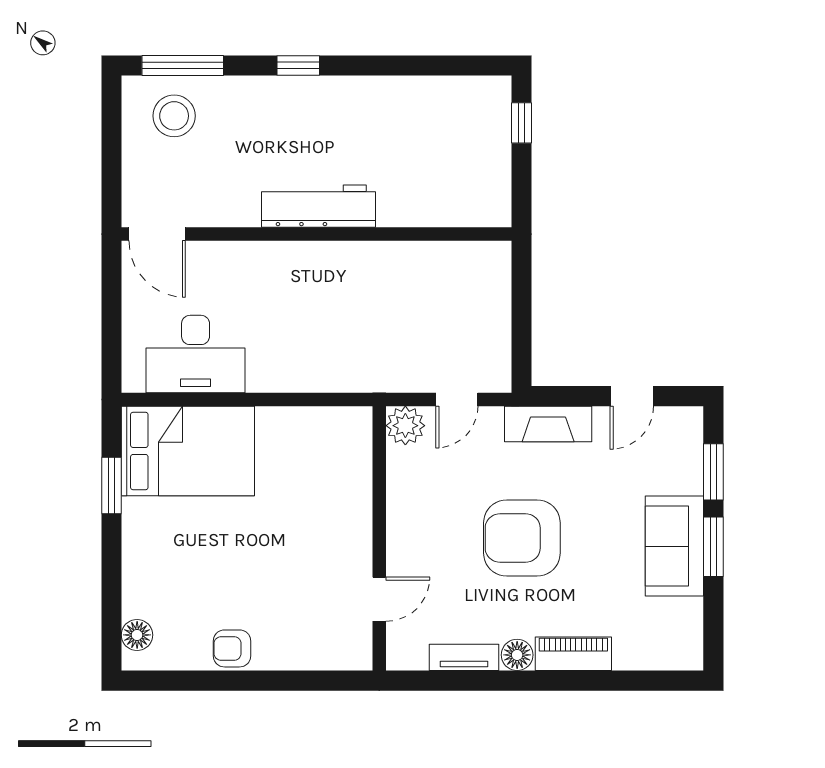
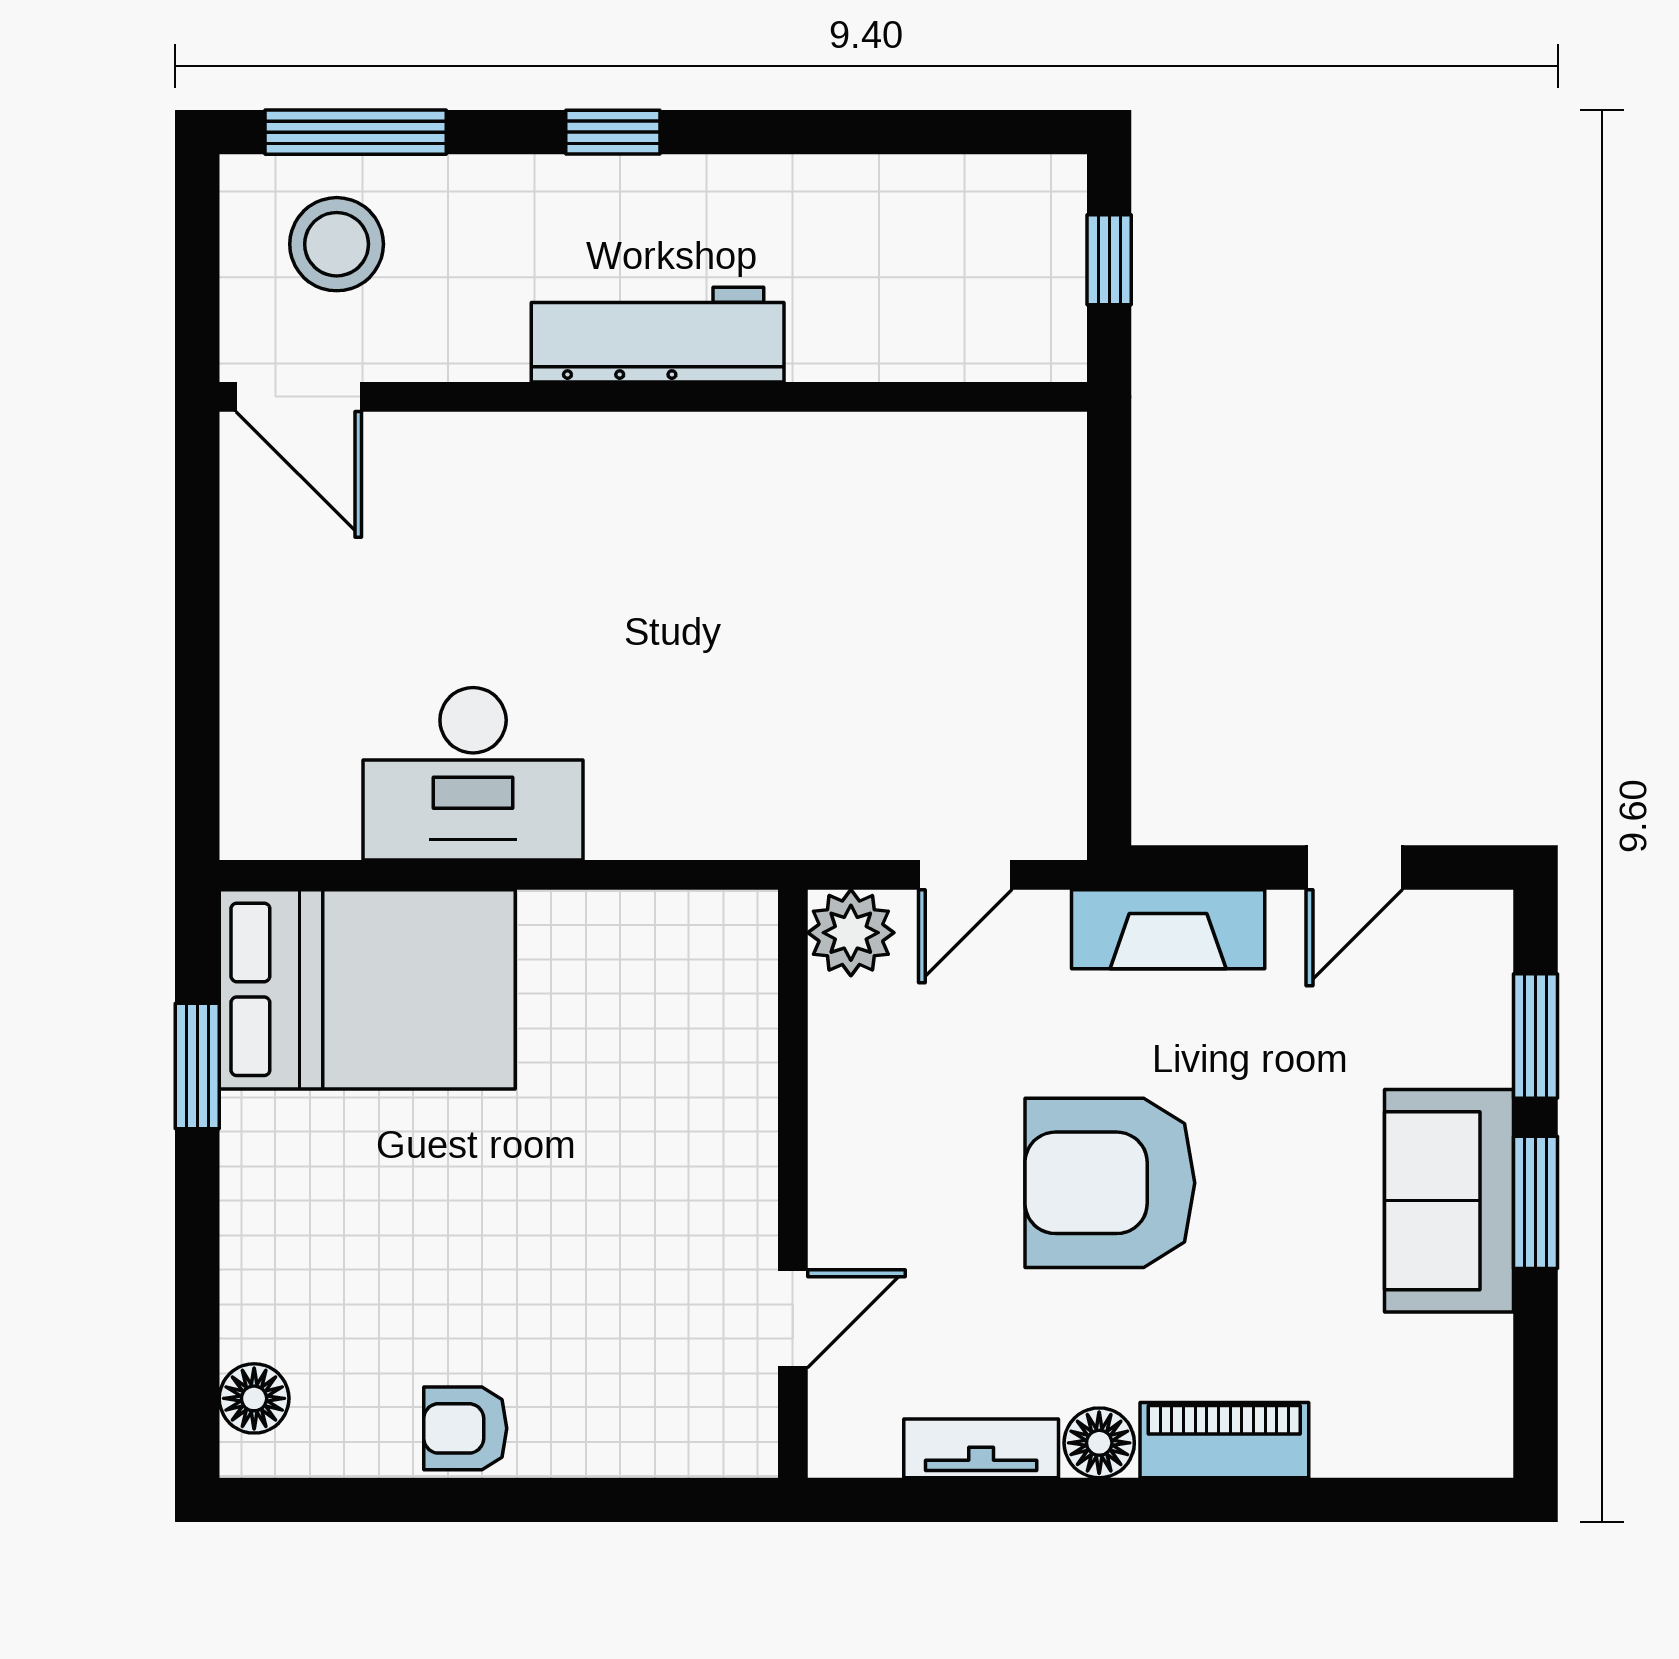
workbench: (318, 206) -> (658, 335), moved
door: (157, 234) -> (299, 397), moved
wall: (316, 234) -> (653, 397), moved
desk: (196, 354) -> (473, 774), moved

